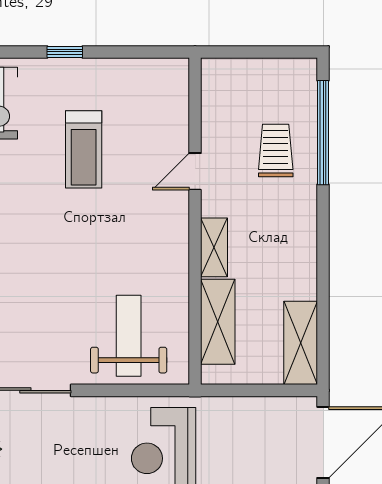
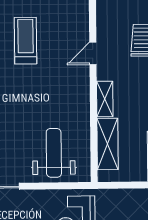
treadmill: (84, 149) -> (26, 41), turned 180

